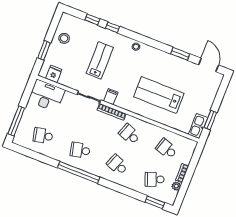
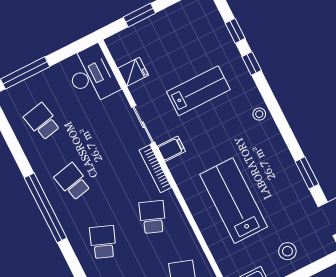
stool: (64, 38) -> (287, 251), moved
fridge: (54, 74) -> (133, 72), moved

